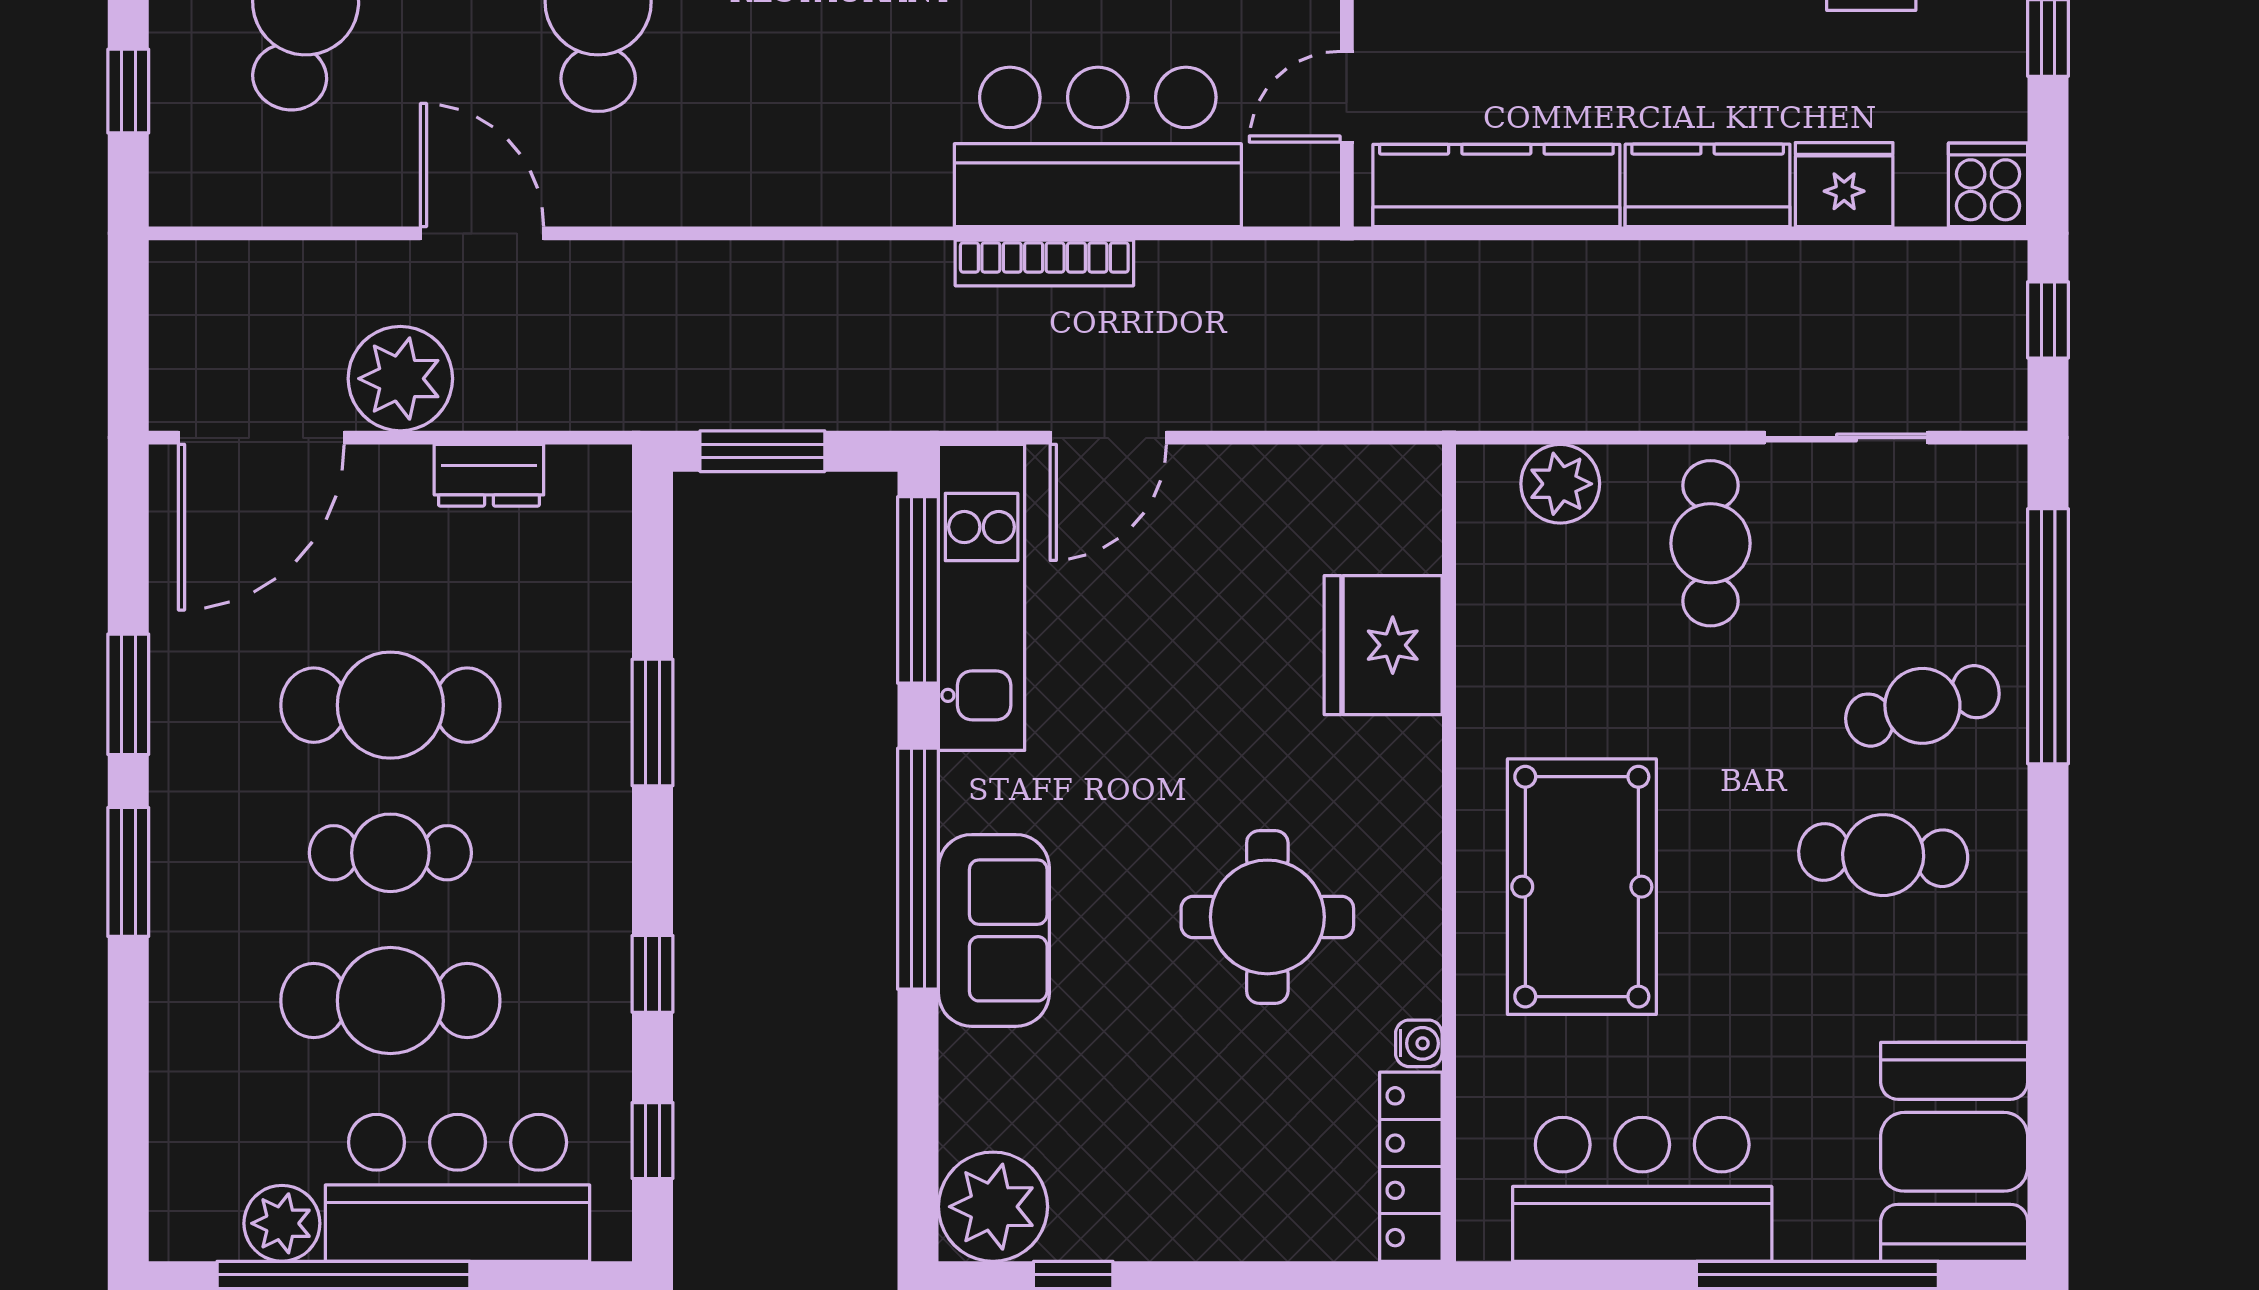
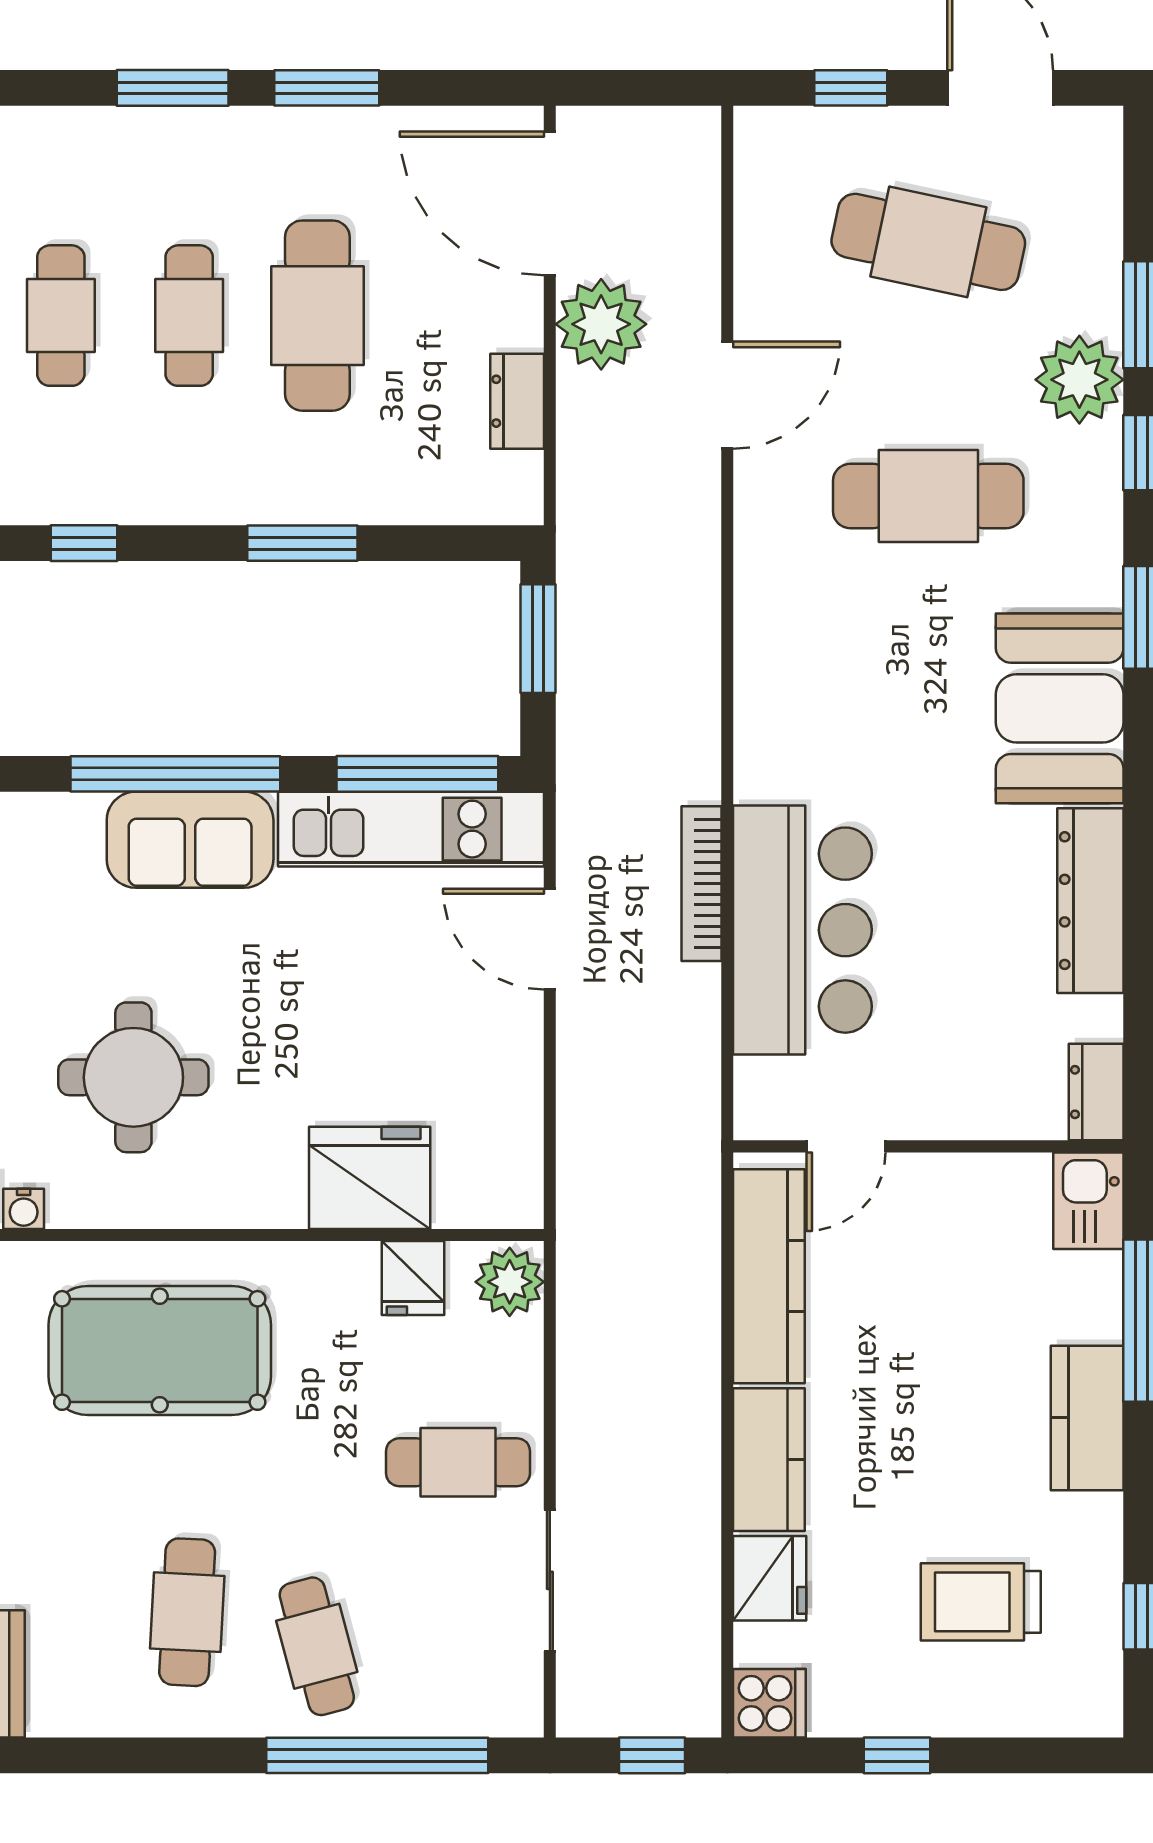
door: (1347, 97) -> (846, 1146), swing flipped
plant: (1560, 484) -> (510, 1282), moved
fridge: (1498, 595) -> (413, 1278), added
sofa: (994, 930) -> (190, 840), moved
cafe table: (390, 1001) -> (61, 316), width x0.73, depth x0.74

